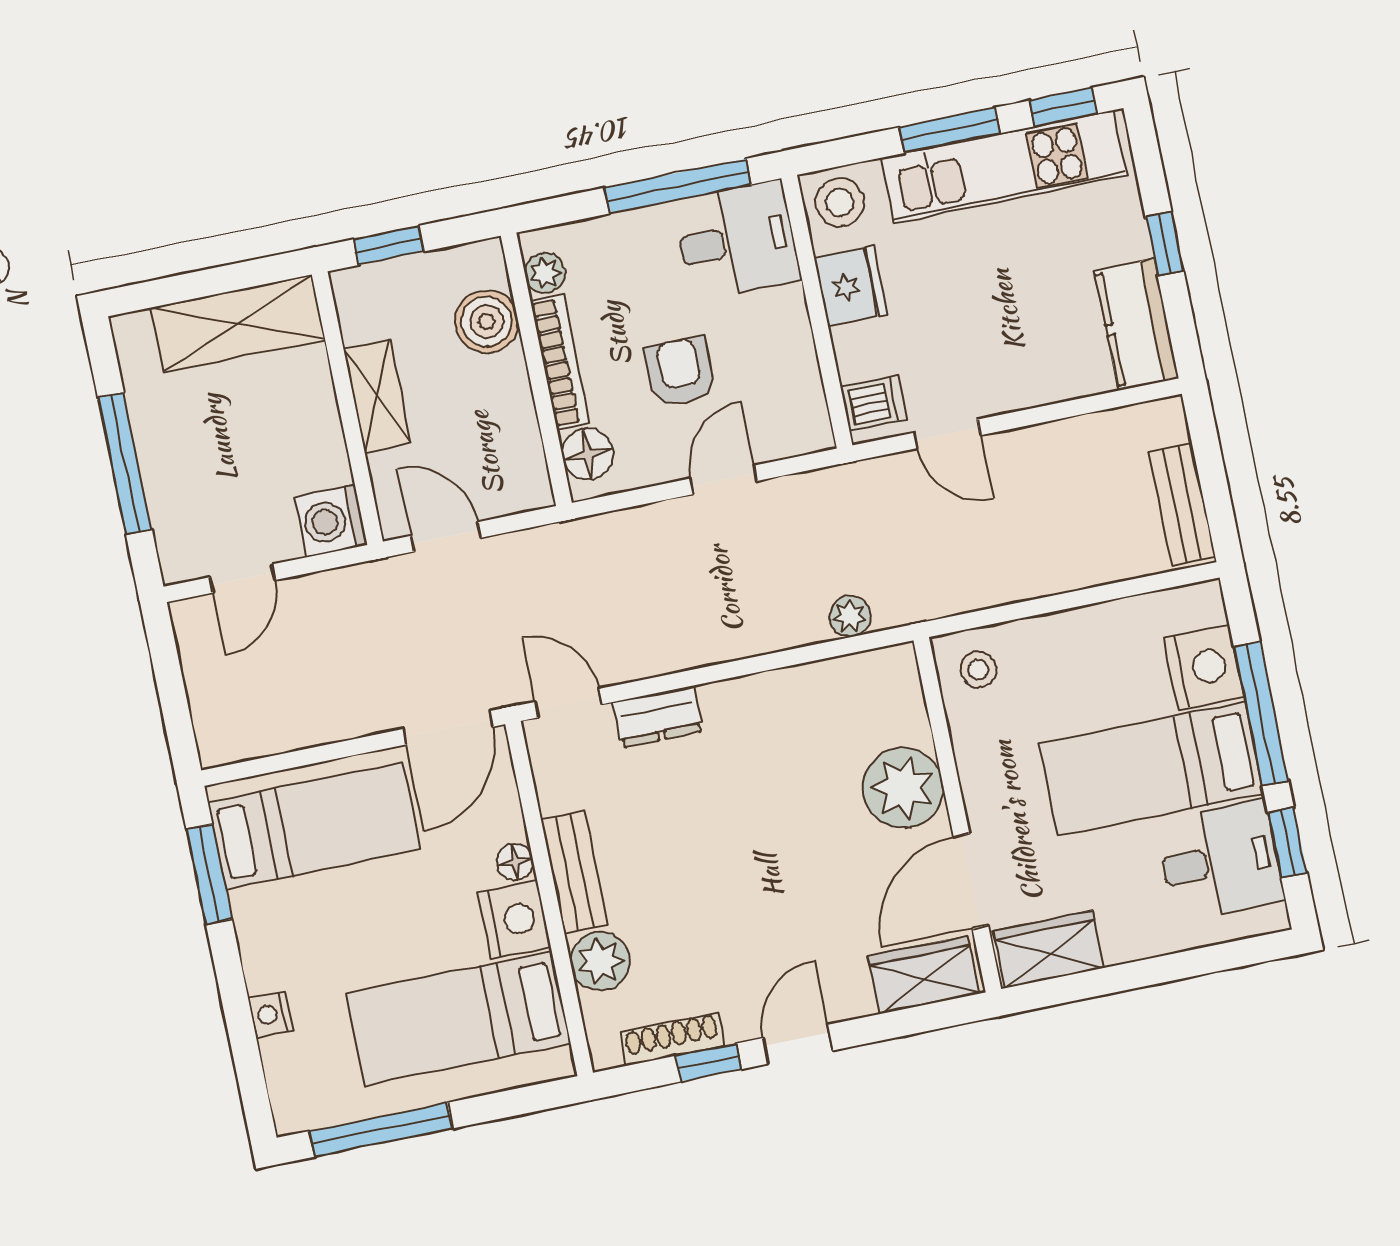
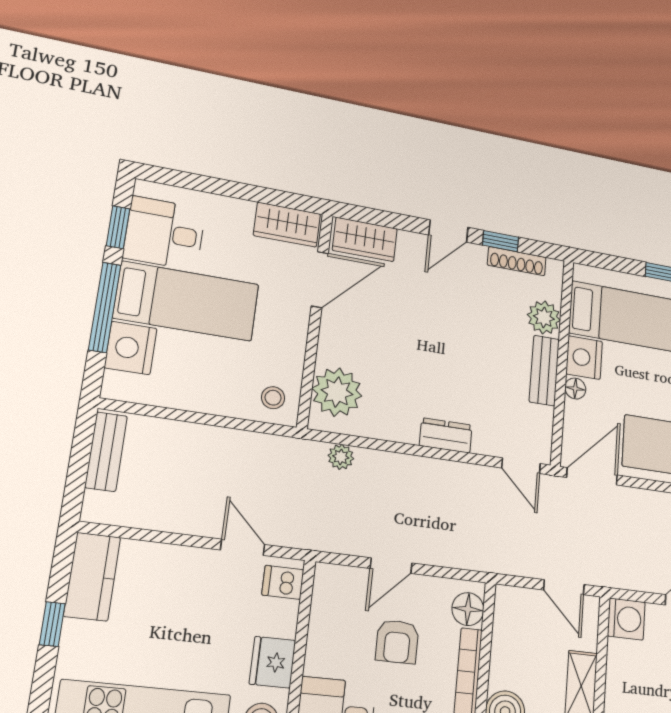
dresser: (658, 717) -> (446, 435), moved
plant: (903, 788) -> (337, 392), moved

